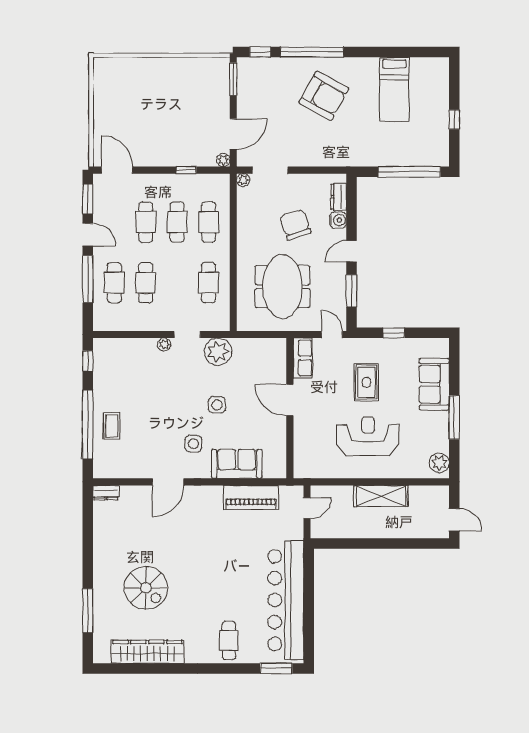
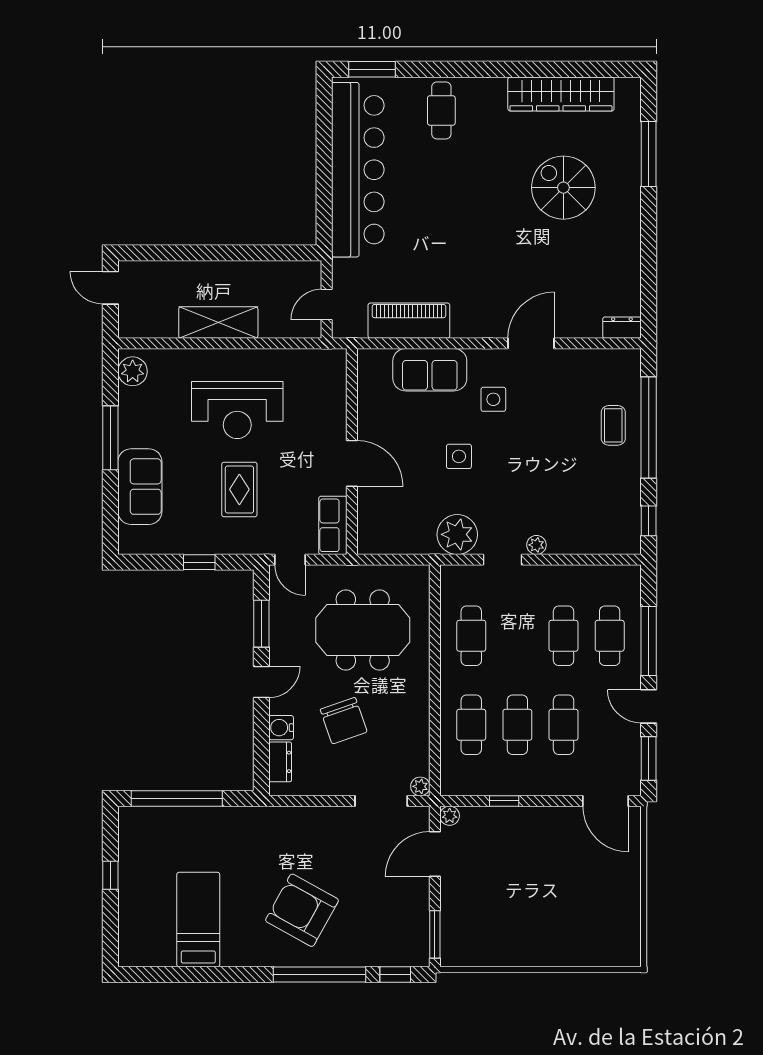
meeting table: (282, 287) -> (363, 630), turned 90

